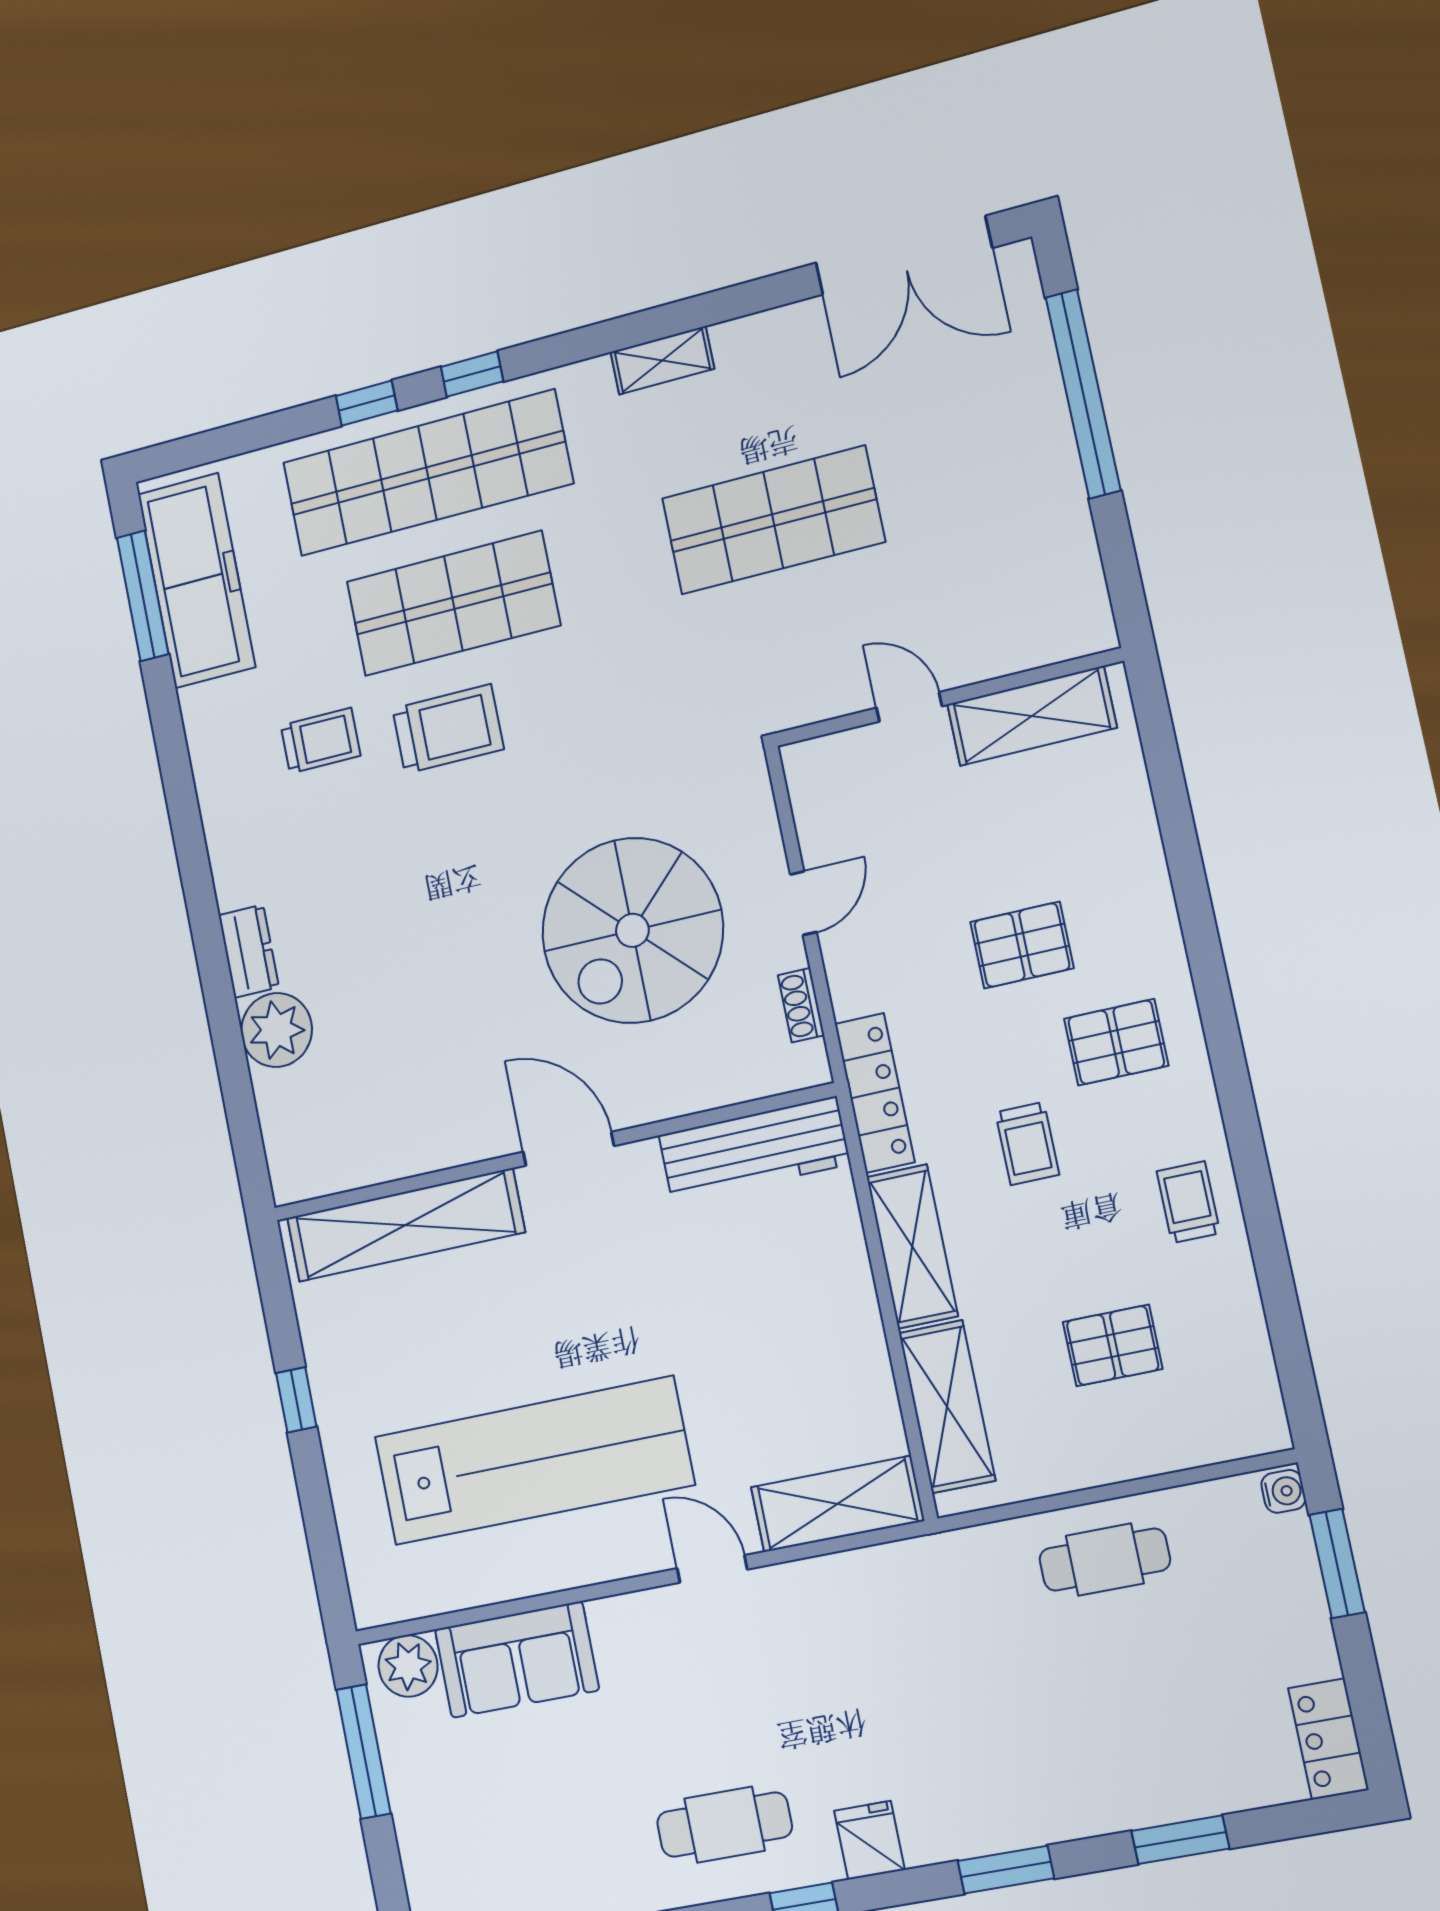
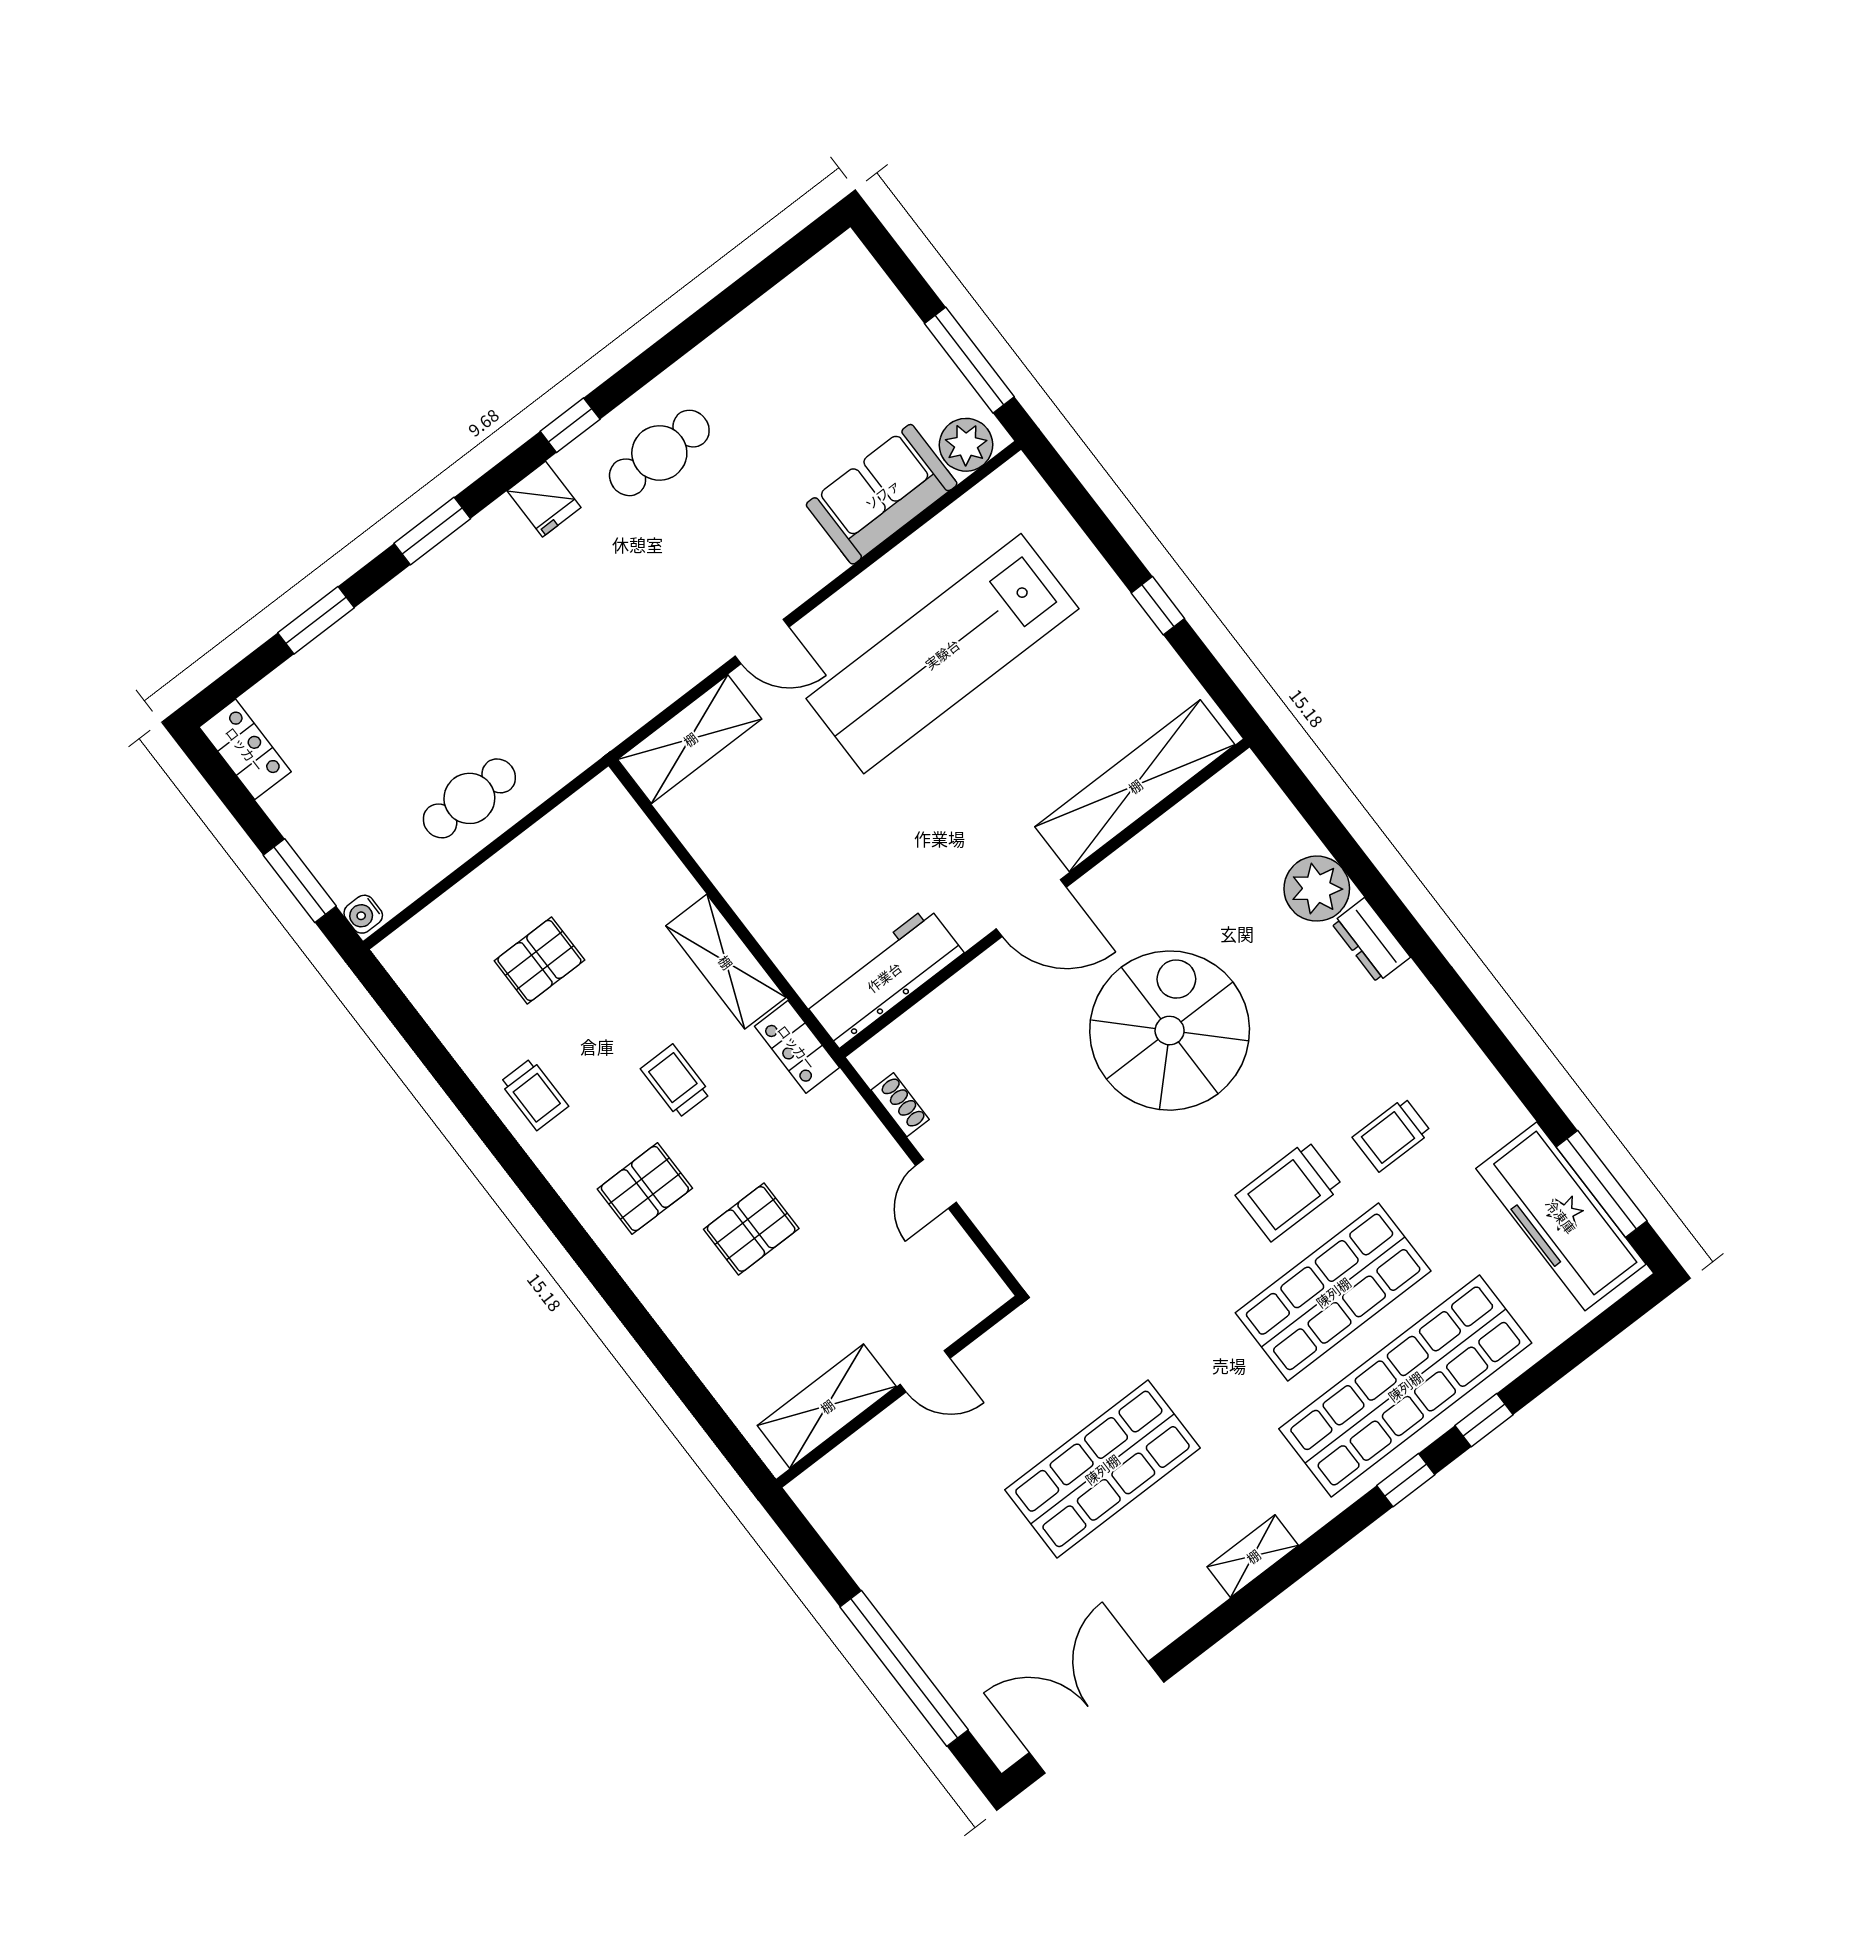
spiral stairs: (632, 930) -> (1170, 1031), moved
locker: (875, 1093) -> (797, 1047), width x0.66
shelving: (947, 1407) -> (641, 854), removed

